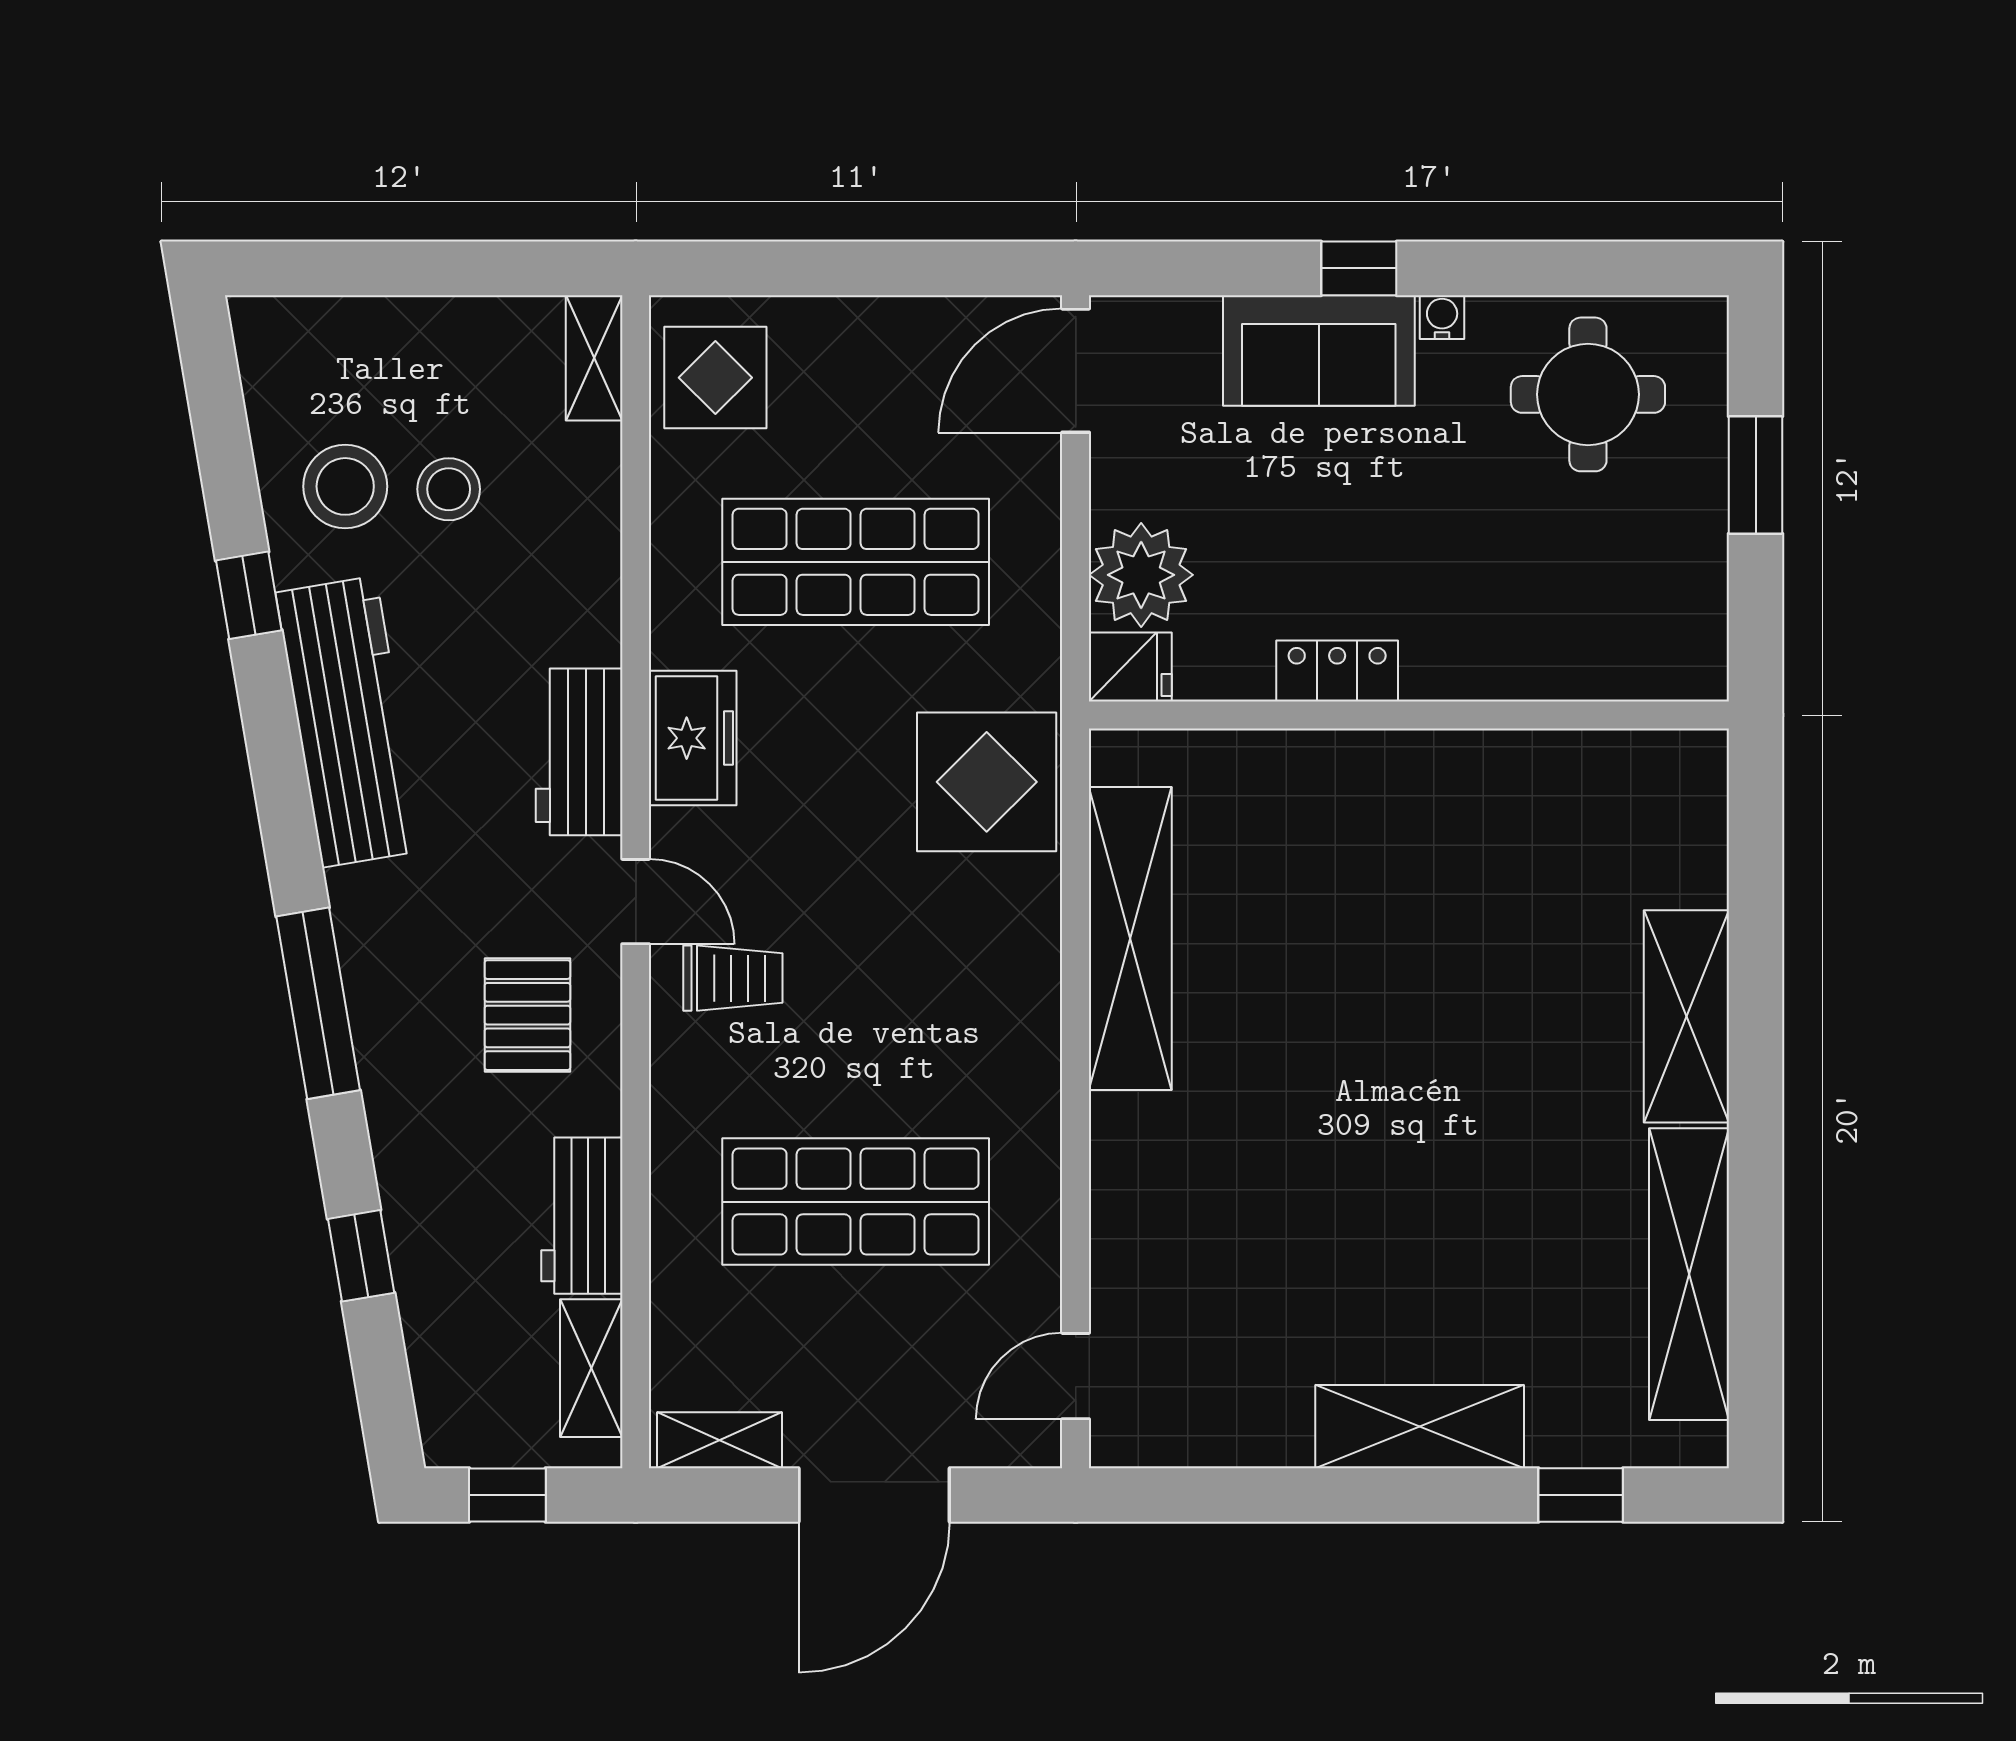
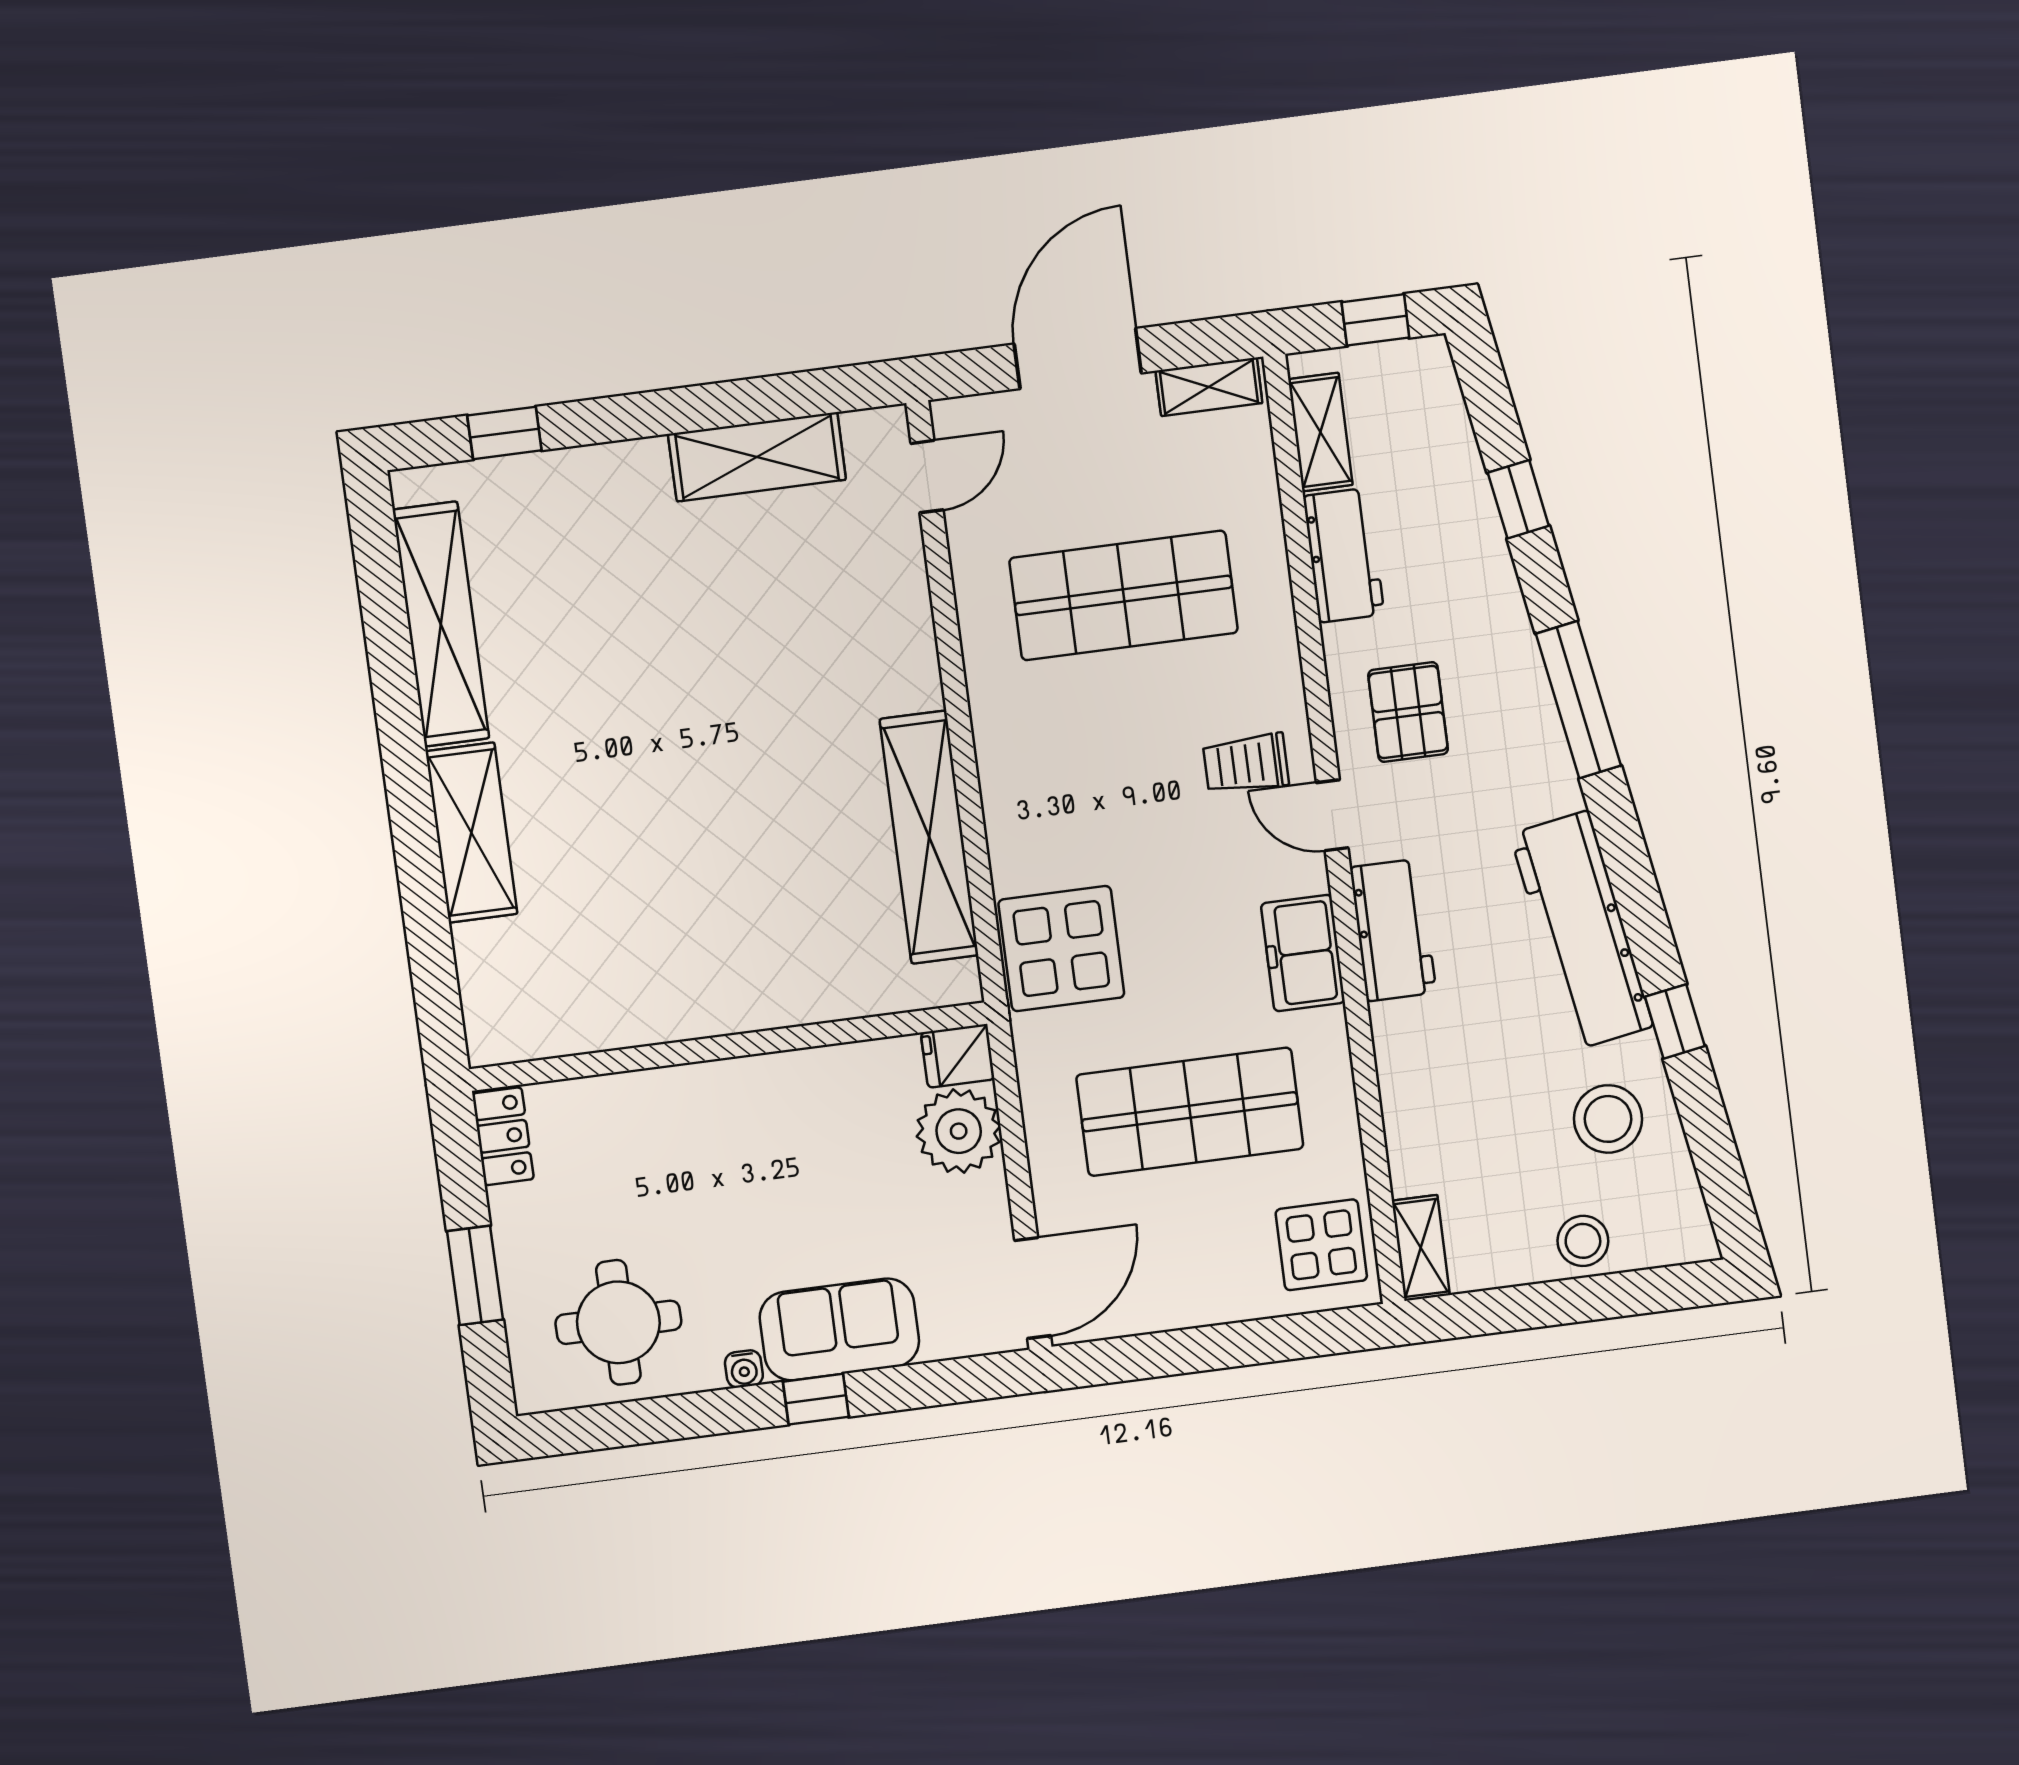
stool: (449, 489) -> (1583, 1241), moved
locker: (1337, 671) -> (503, 1136), moved, turned -90
shelving: (1420, 1427) -> (757, 457), moved

